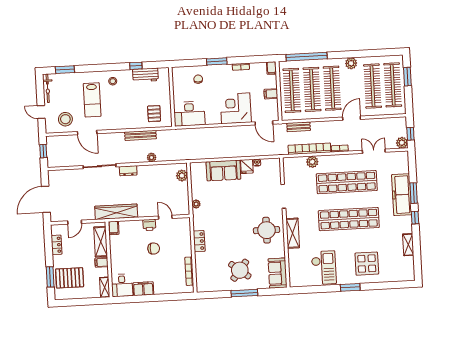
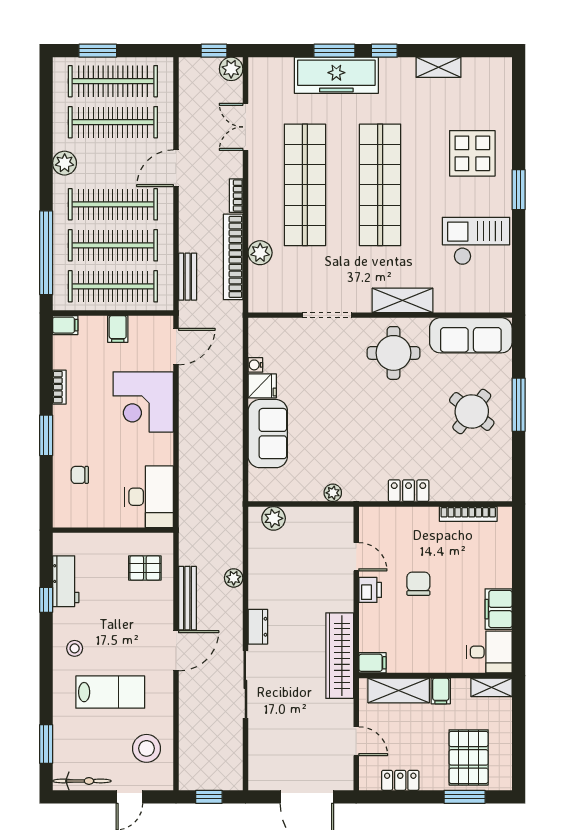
door: (352, 118) -> (176, 168), hinge flipped
door: (87, 133) -> (176, 651), moved
door: (165, 217) -> (356, 557), swing flipped
sofa: (278, 273) -> (471, 335), width x1.36

